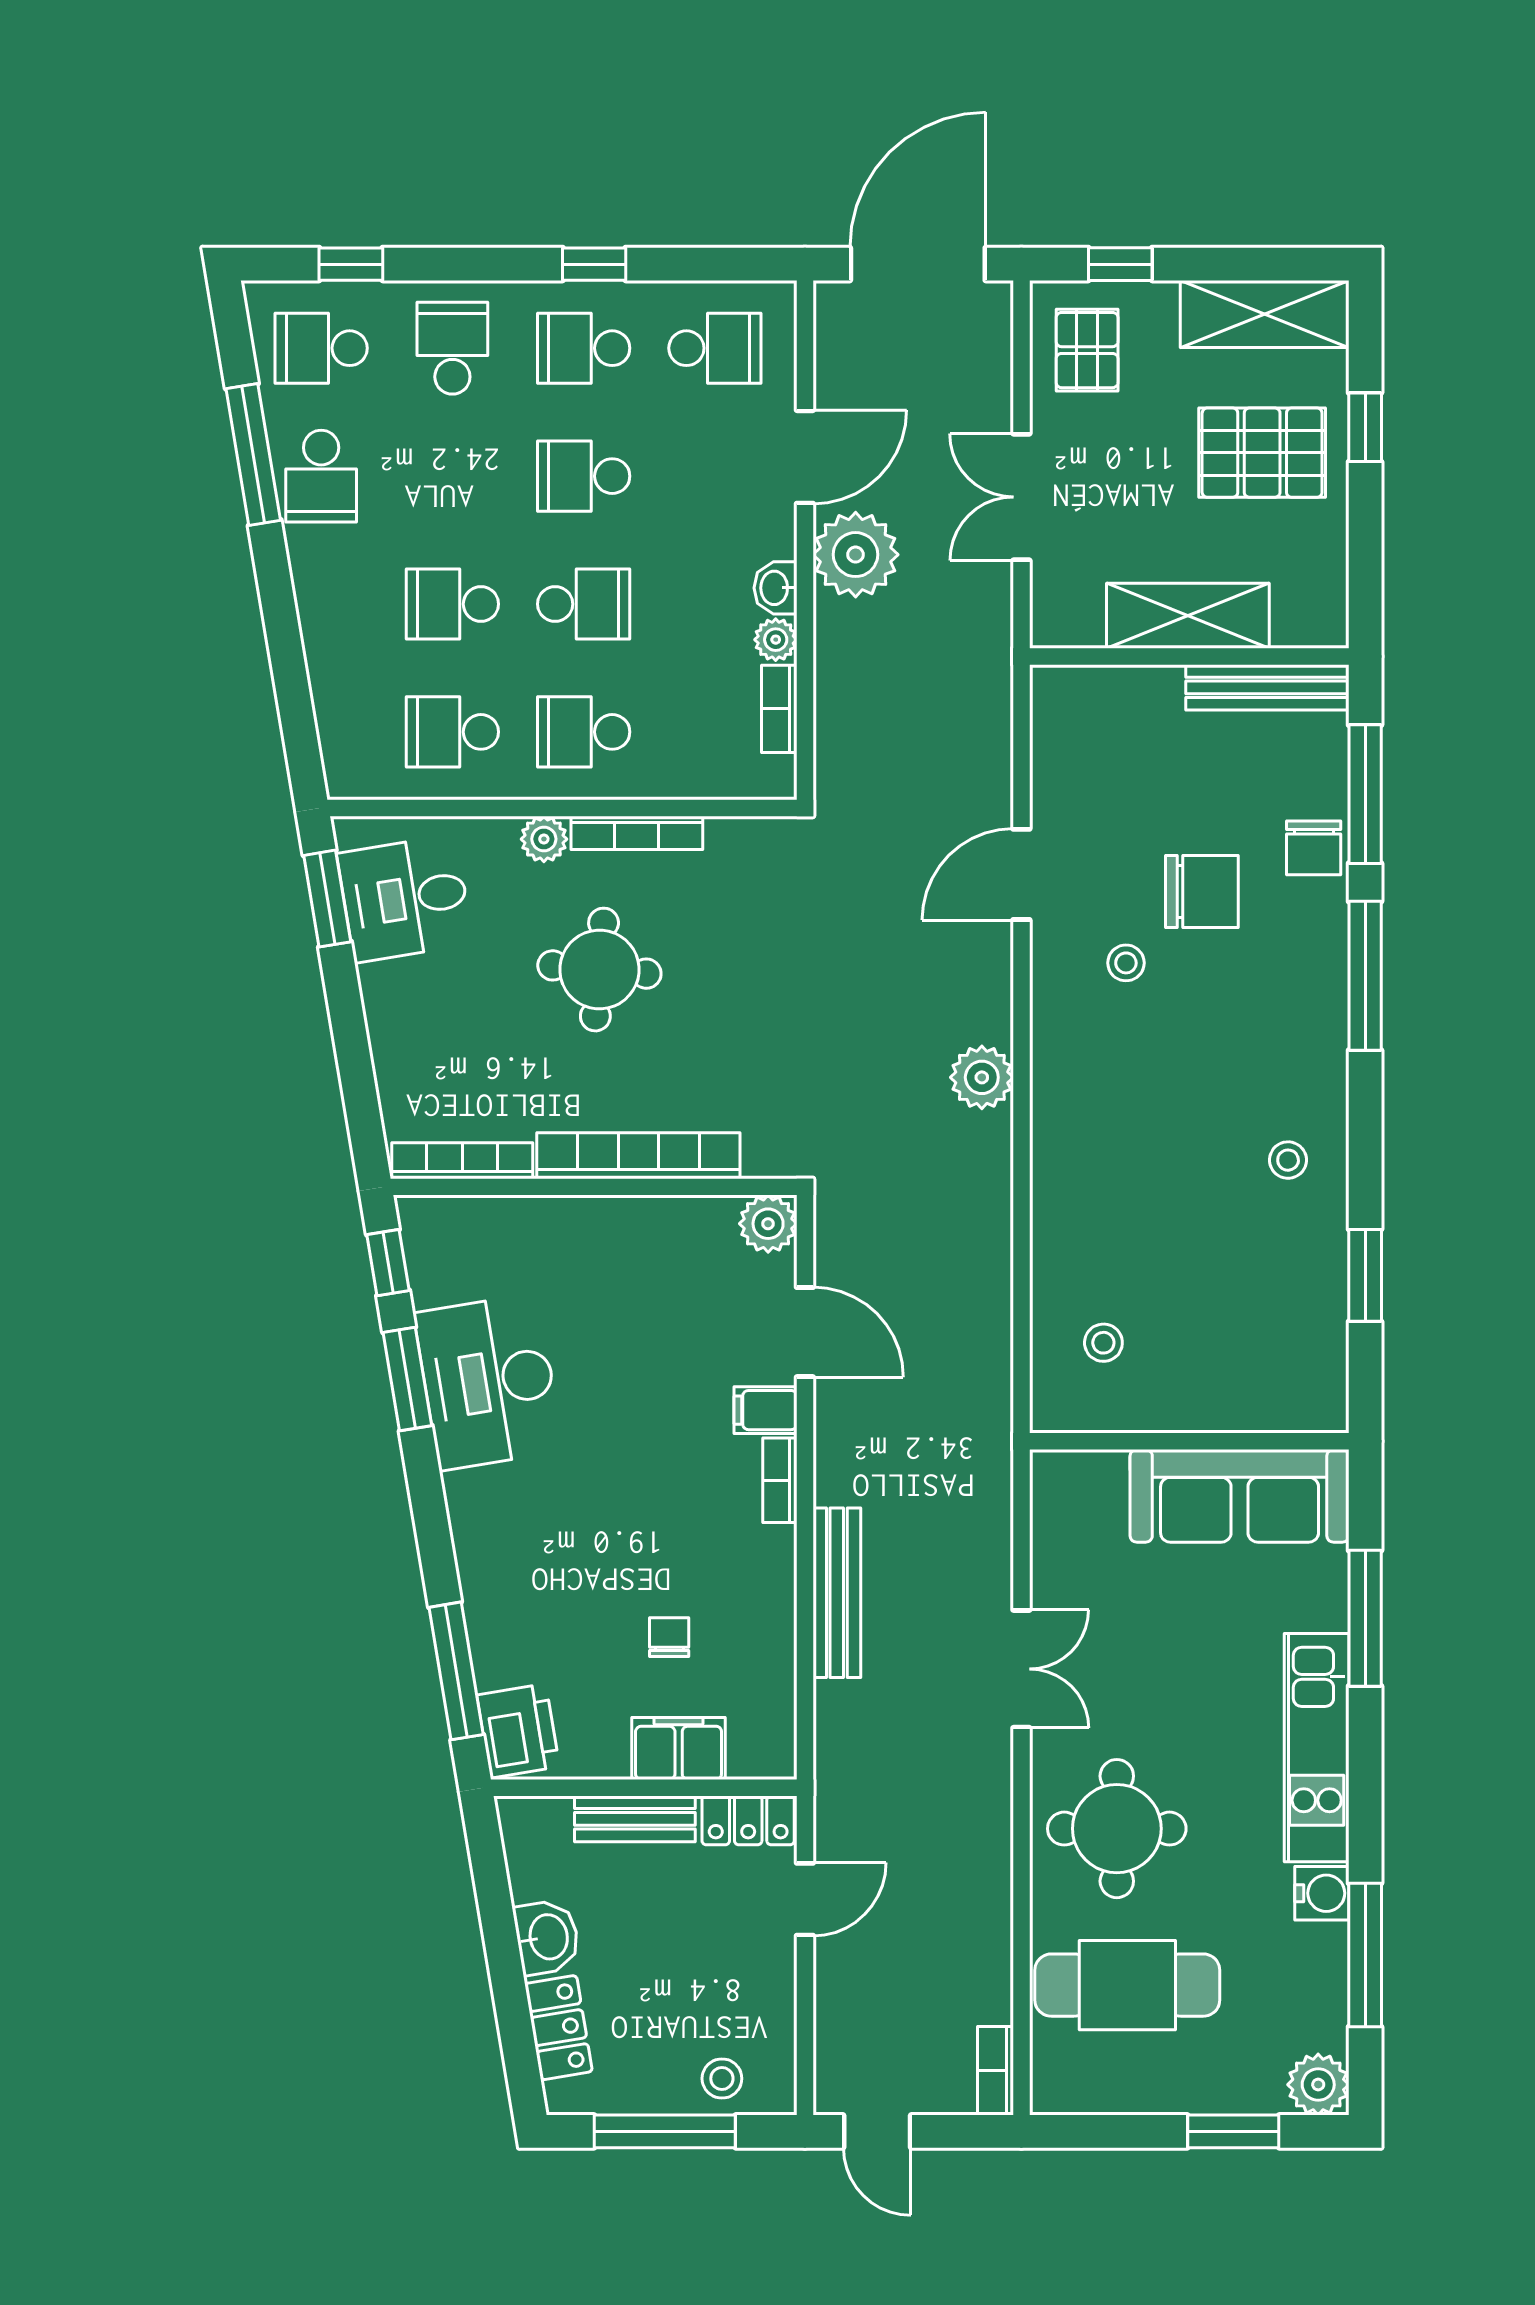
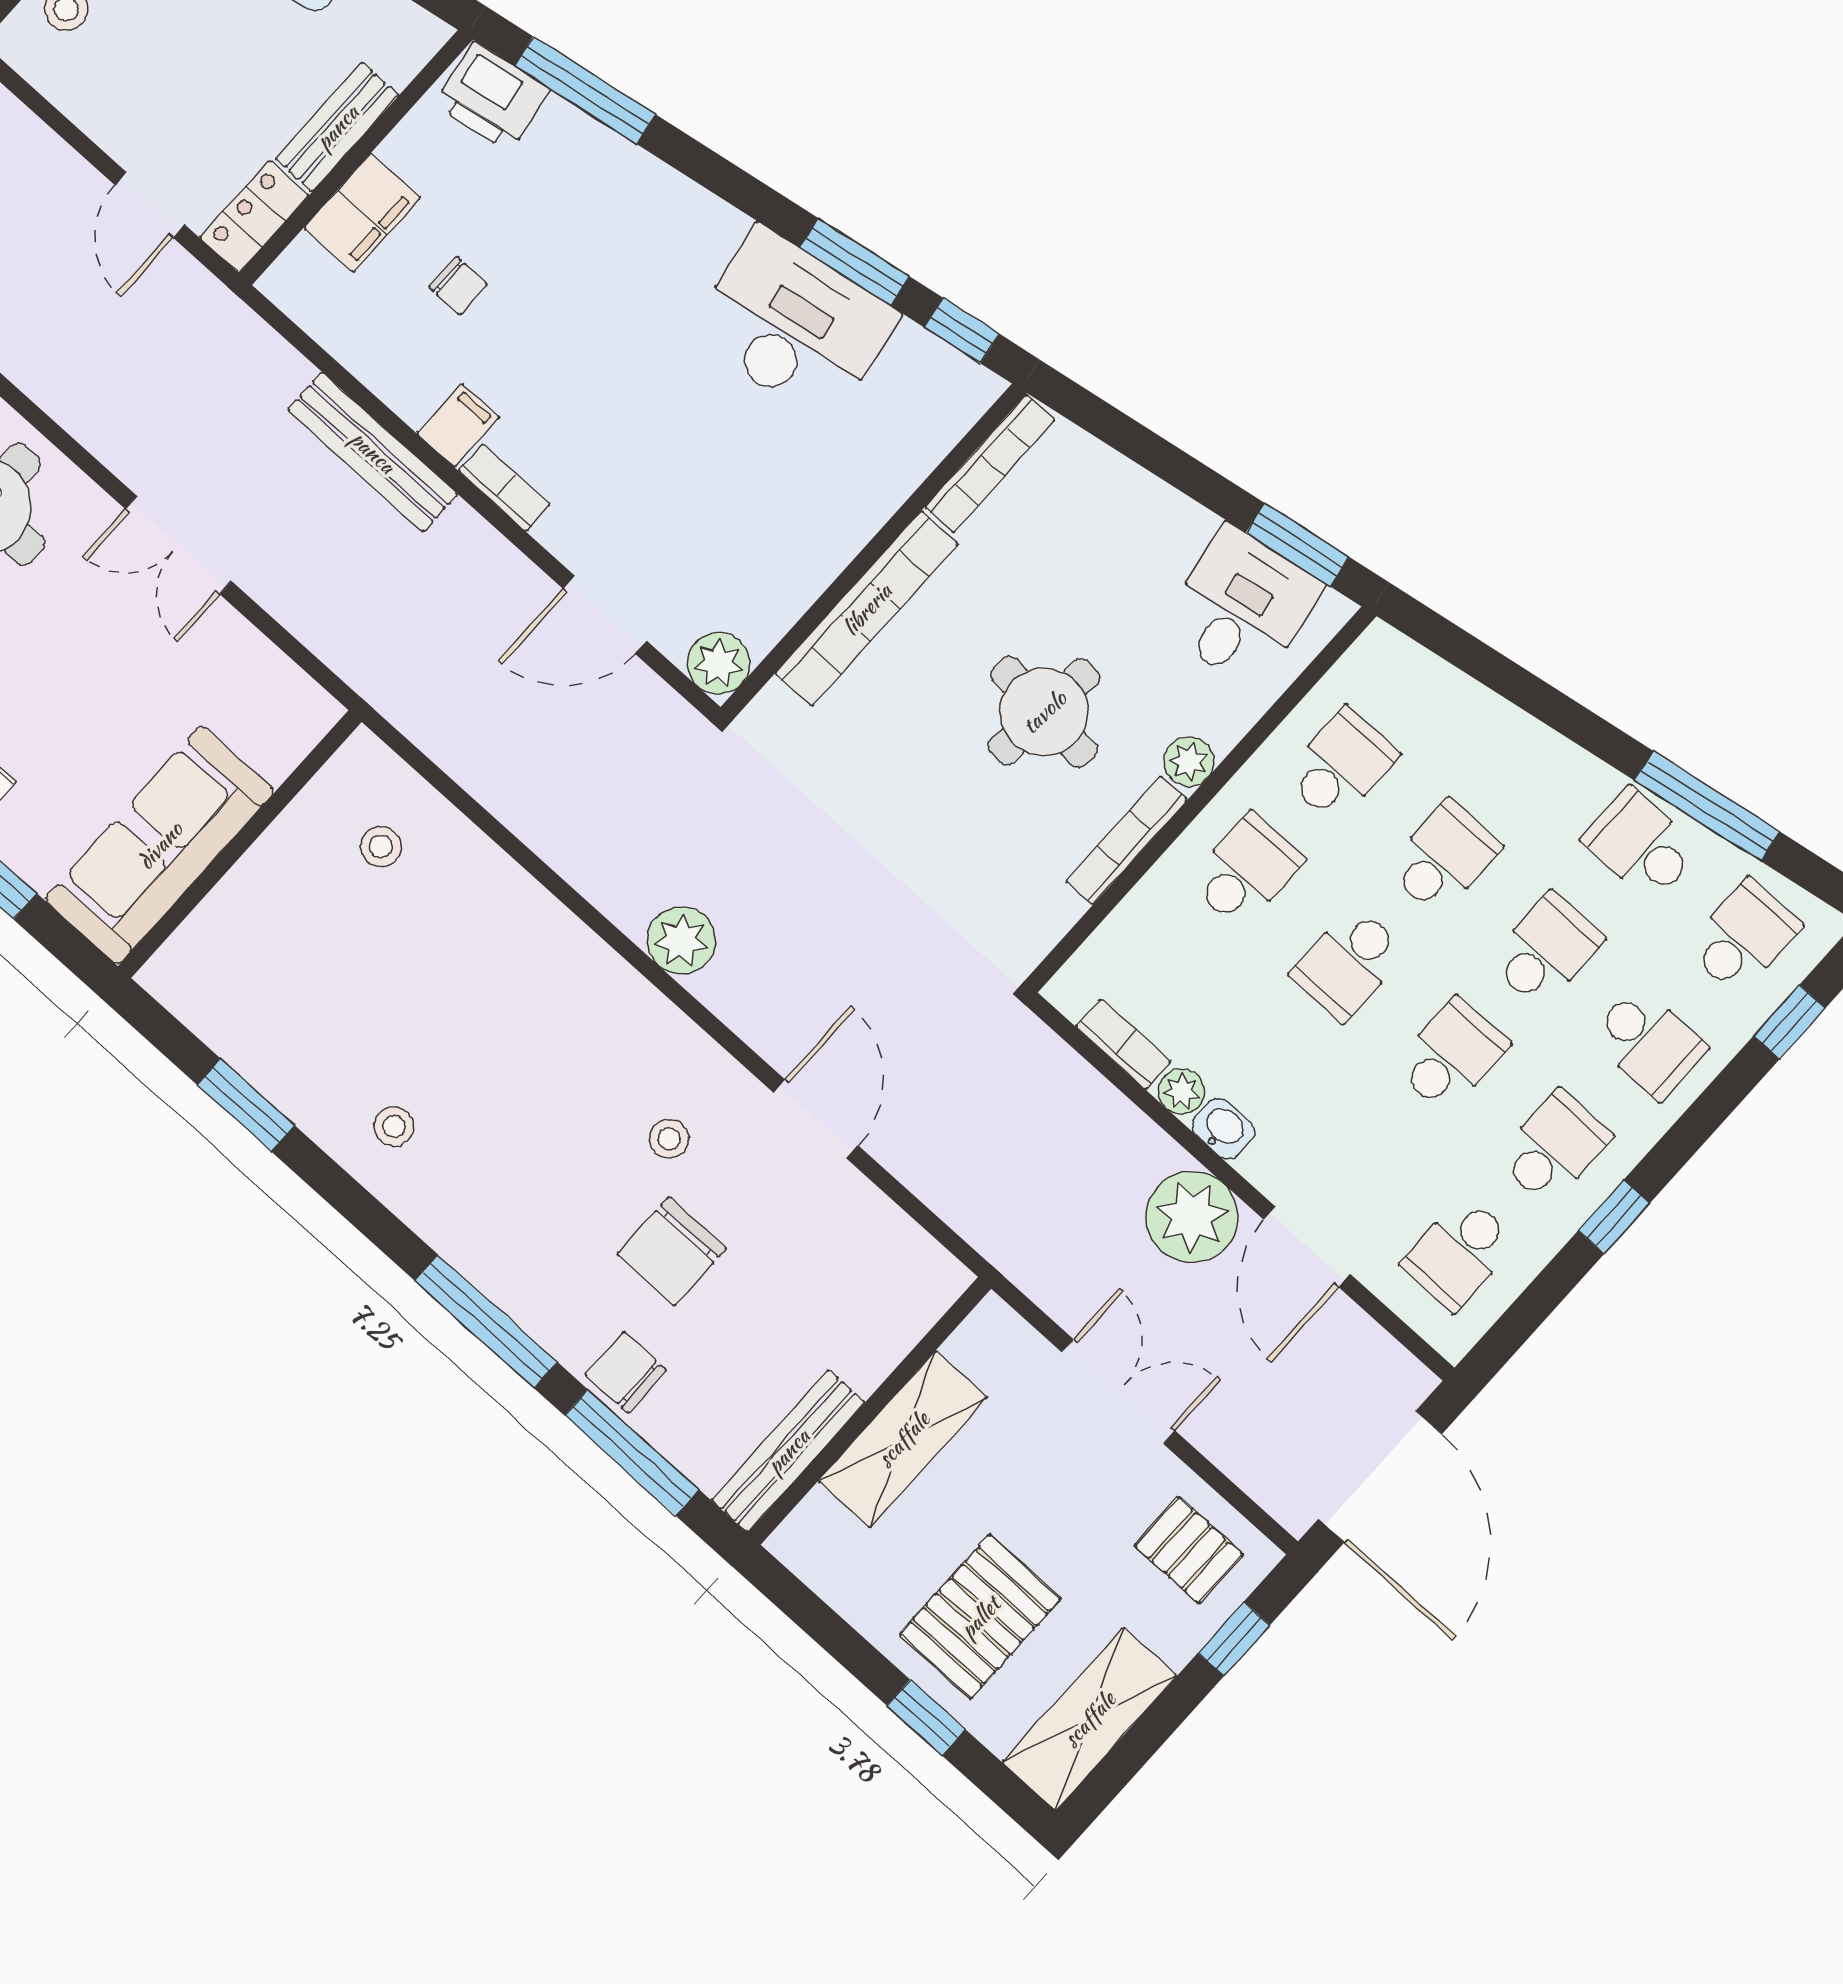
school desk: (452, 476) -> (1546, 950), added
filing cabinet: (765, 1410) -> (458, 425), moved

